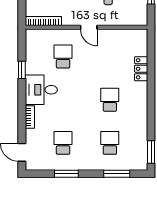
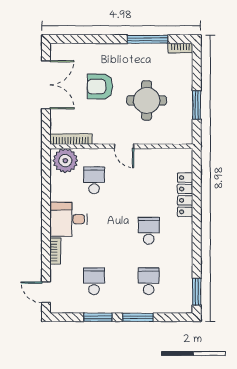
plant: (38, 40) -> (65, 161), added
locker: (141, 69) -> (185, 195), width x1.53
window: (22, 70) -> (46, 196), removed
window: (117, 174) -> (138, 317), moved

